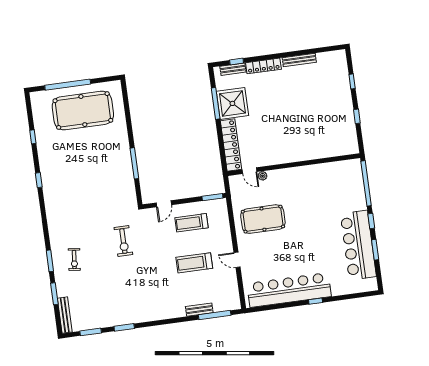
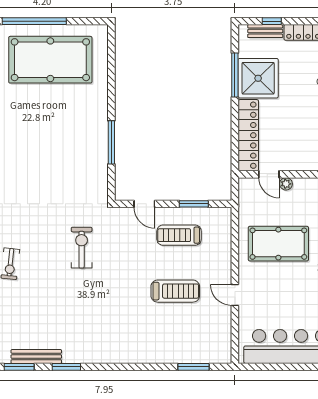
window: (212, 197) -> (194, 204), moved
door: (164, 204) -> (144, 204), hinge flipped
exercise bike: (123, 241) -> (82, 248), turned 180
treadmill: (194, 263) -> (175, 291), turned 180
bench: (199, 310) -> (36, 357), moved, width x1.36
window: (215, 315) -> (193, 367), width x0.69

